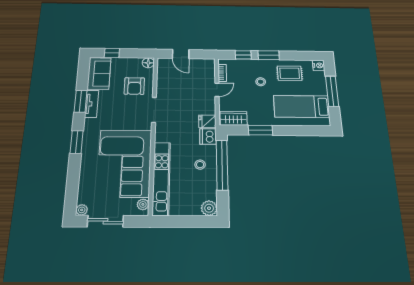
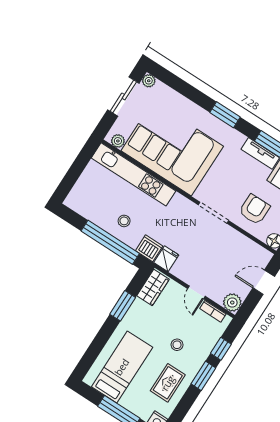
armchair: (134, 86) -> (254, 209), turned 90
plant: (209, 208) -> (232, 303), moved

